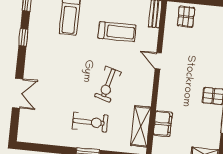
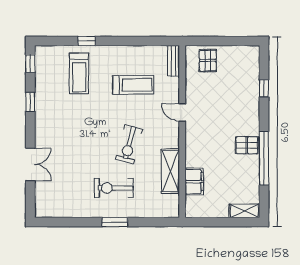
exercise bike: (90, 122) -> (114, 188), turned 180
shelving: (141, 126) -> (170, 171), moved

